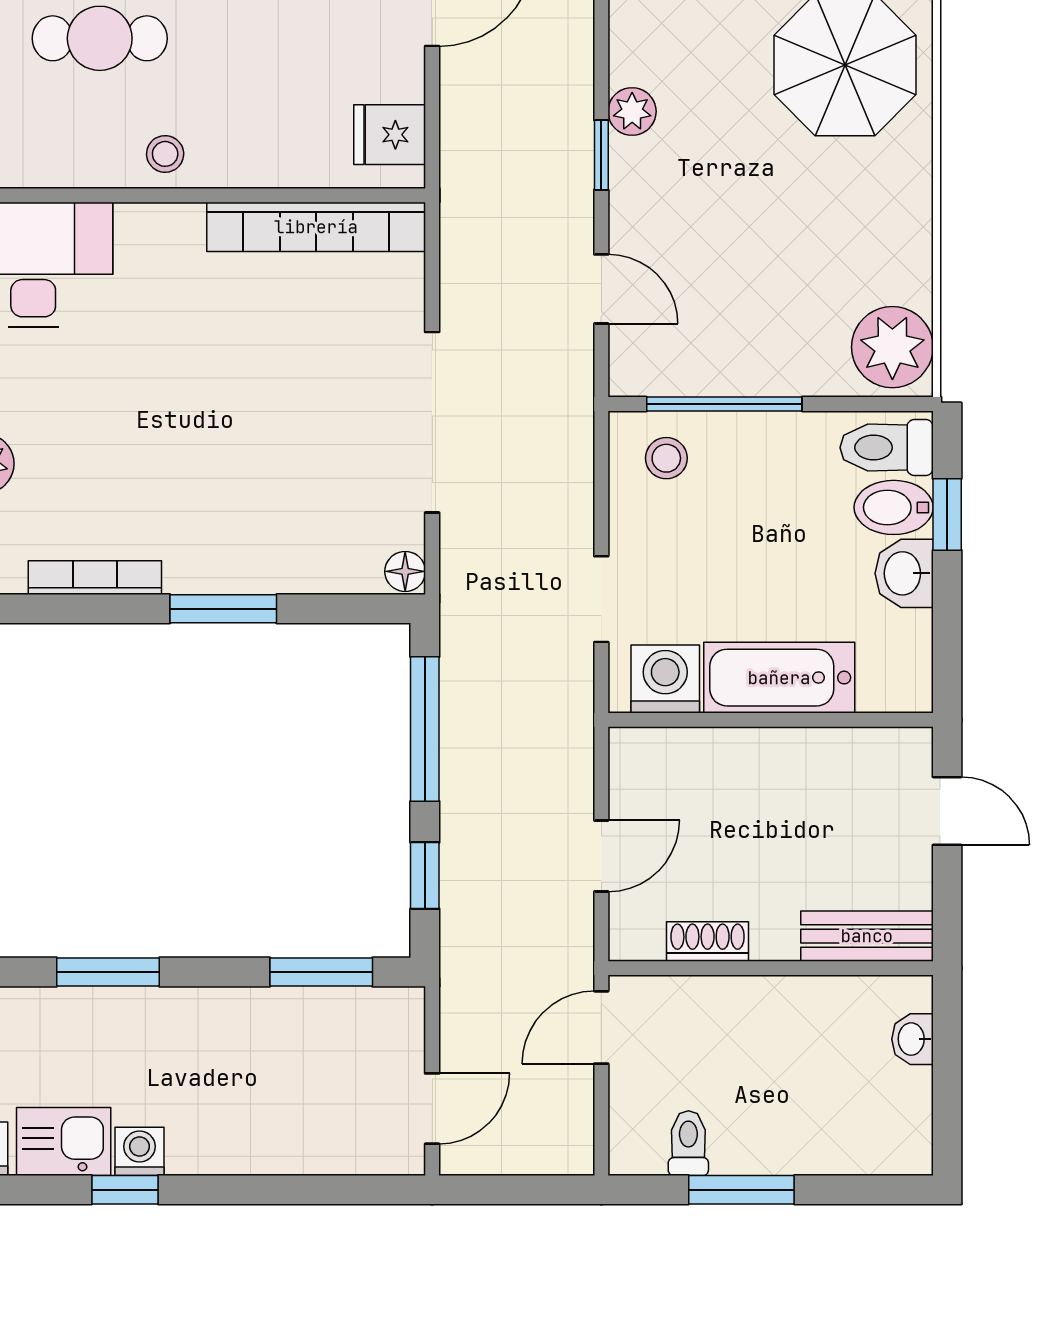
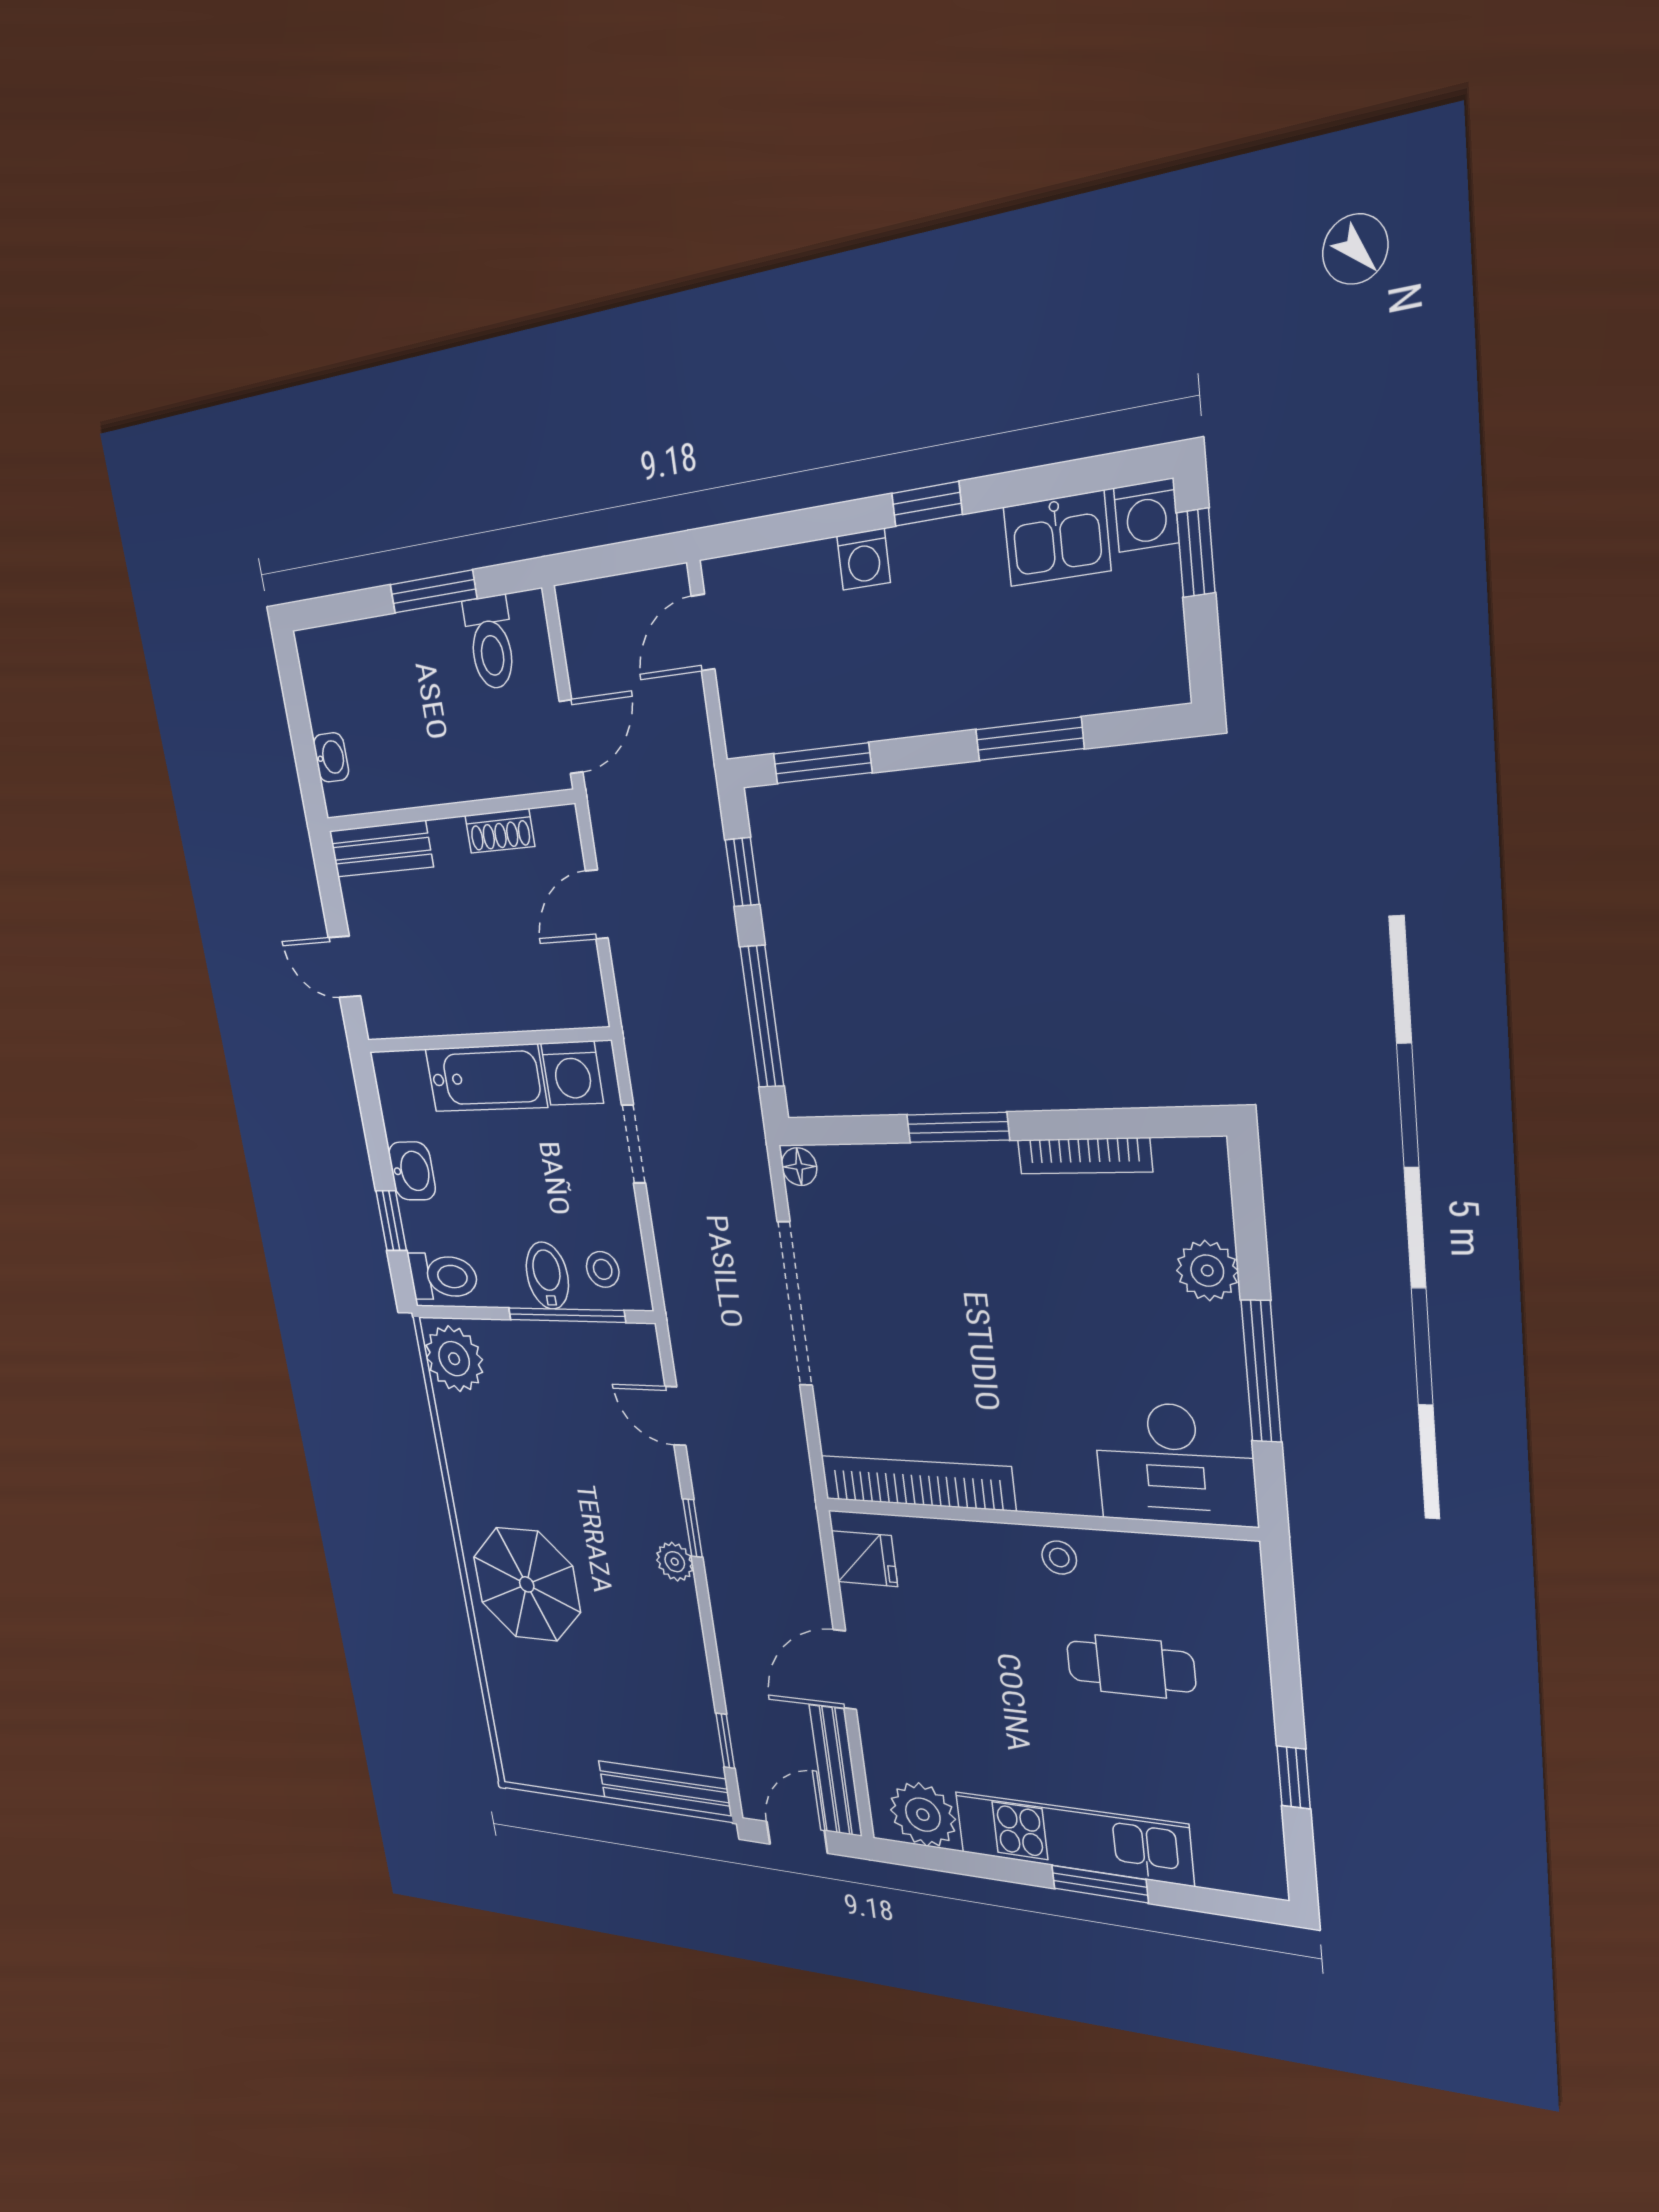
bidet: (894, 507) -> (547, 1276), moved, turned -90
toilet: (688, 1143) -> (491, 643), width x1.37, depth x1.39
washing machine: (140, 1151) -> (864, 559), moved
window: (125, 1190) -> (927, 504), moved

